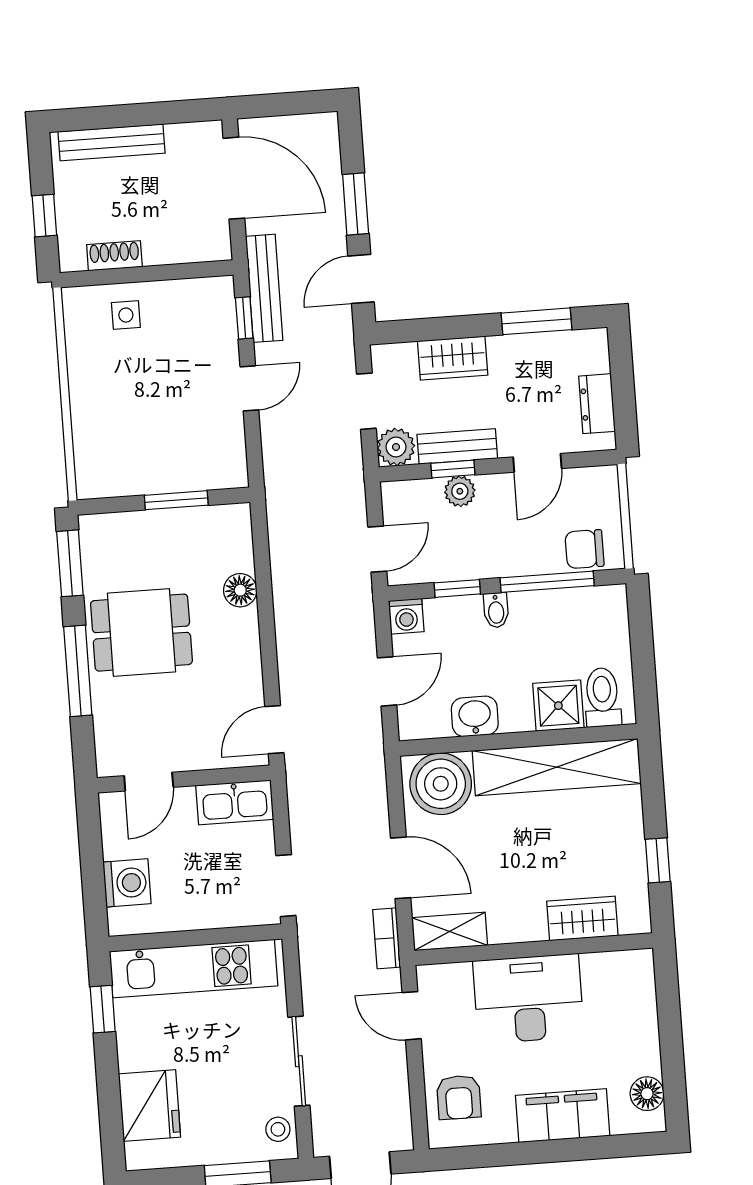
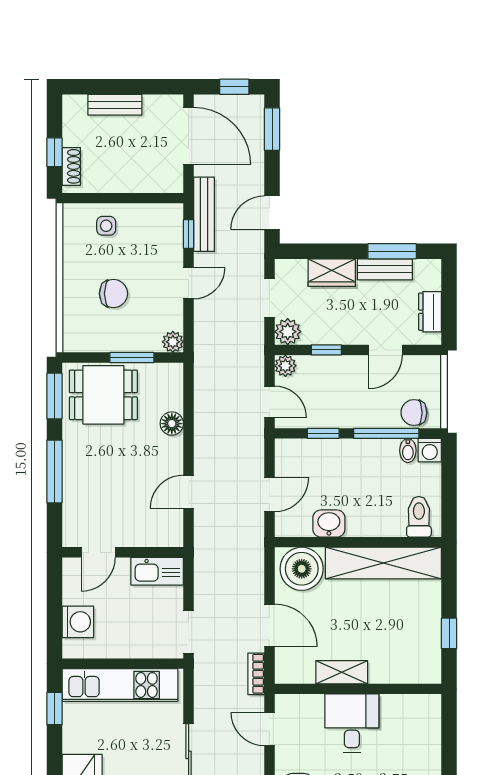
window: (294, 103) -> (234, 87), added
bench: (112, 142) -> (115, 105), width x0.73
window: (356, 204) -> (272, 129), moved
shoe rack: (114, 256) -> (71, 166), moved, turned 90
chair: (143, 411) -> (113, 294), added
bench: (457, 446) -> (385, 269), moved
plant: (233, 474) -> (173, 342), added
plant: (460, 491) -> (285, 366), moved
door: (377, 549) -> (269, 402), hinge flipped
bidet: (496, 610) -> (408, 451), moved
washing machine: (406, 616) -> (430, 450), moved
dining table: (141, 633) -> (103, 395), moved
shower: (558, 706) -> (388, 520), removed
door: (274, 730) -> (189, 492), moved
wardrobe: (582, 918) -> (394, 670), removed
shelving: (450, 931) -> (342, 672), moved
desk: (528, 999) -> (352, 723), width x0.73

